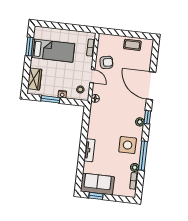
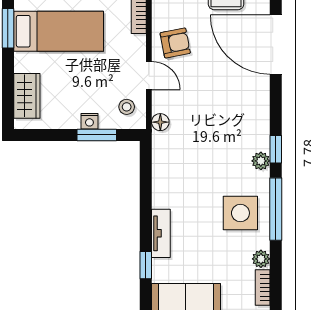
door: (151, 86) -> (276, 45), moved
window: (50, 99) -> (97, 135), moved
window: (143, 156) -> (276, 209), moved
window: (81, 164) -> (146, 265), added

